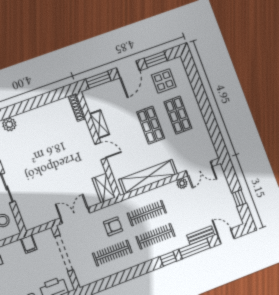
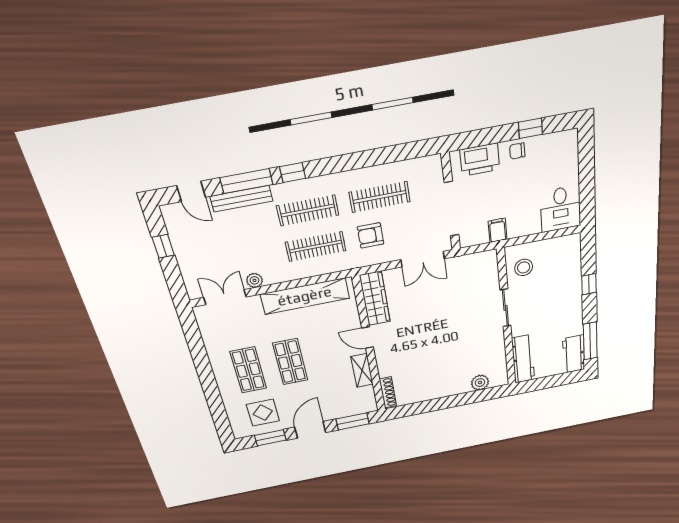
wardrobe: (104, 188) -> (375, 299), width x1.50
bench: (201, 235) -> (241, 199), width x1.36

